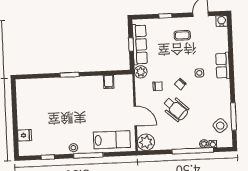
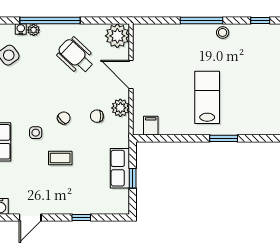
coffee table: (182, 35) -> (60, 158), moved
row of seats: (140, 44) -> (120, 168), width x0.68
plant: (141, 72) -> (120, 108), moved
filing cabinet: (109, 82) -> (151, 126), moved
wheelchair: (176, 109) -> (76, 56), moved
lab bench: (112, 140) -> (207, 97), moved, turned 90

